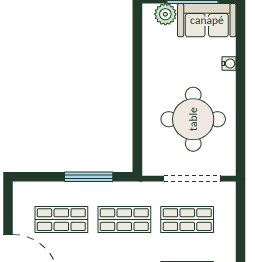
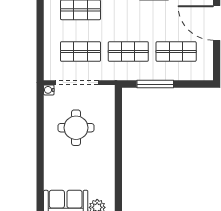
water cooler: (229, 63) -> (49, 90), moved
round table: (193, 119) -> (76, 128), width x0.73, depth x0.73

